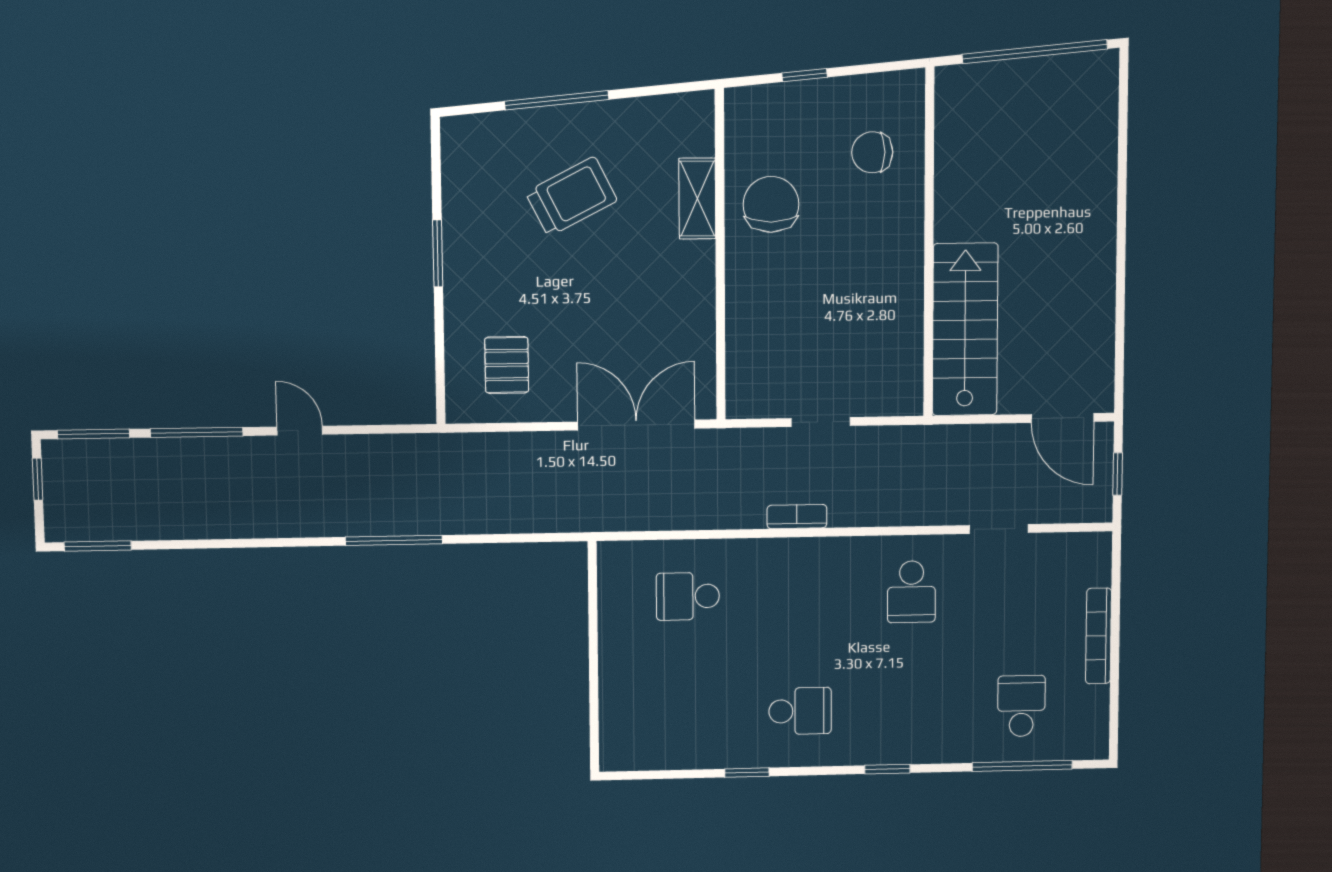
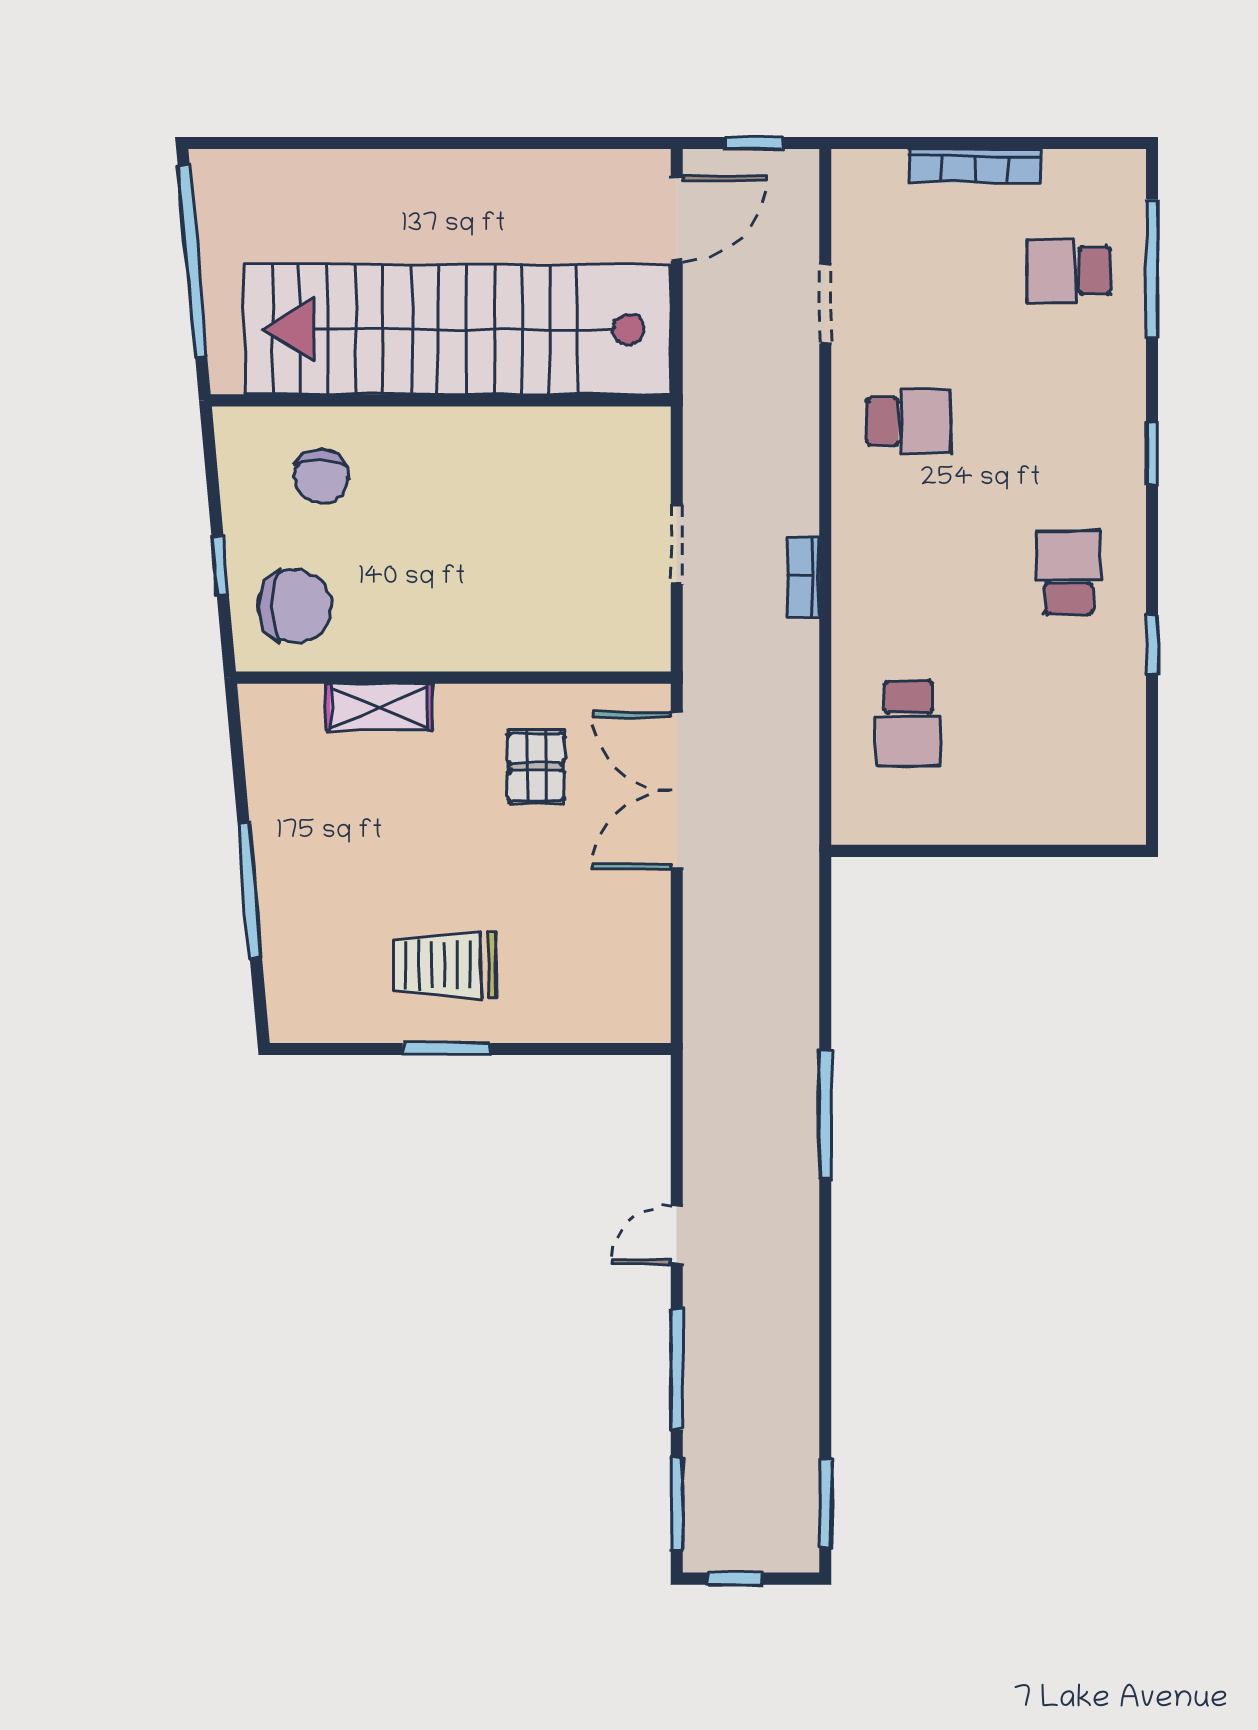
trolley: (571, 197) -> (445, 965), moved, turned -63
chair: (771, 204) -> (295, 606), moved, turned 180
stairs: (965, 329) -> (458, 329), width x1.86, depth x1.51
pallet: (507, 365) -> (536, 767), moved, turned 90

